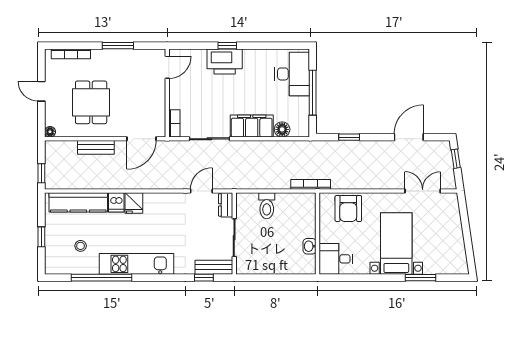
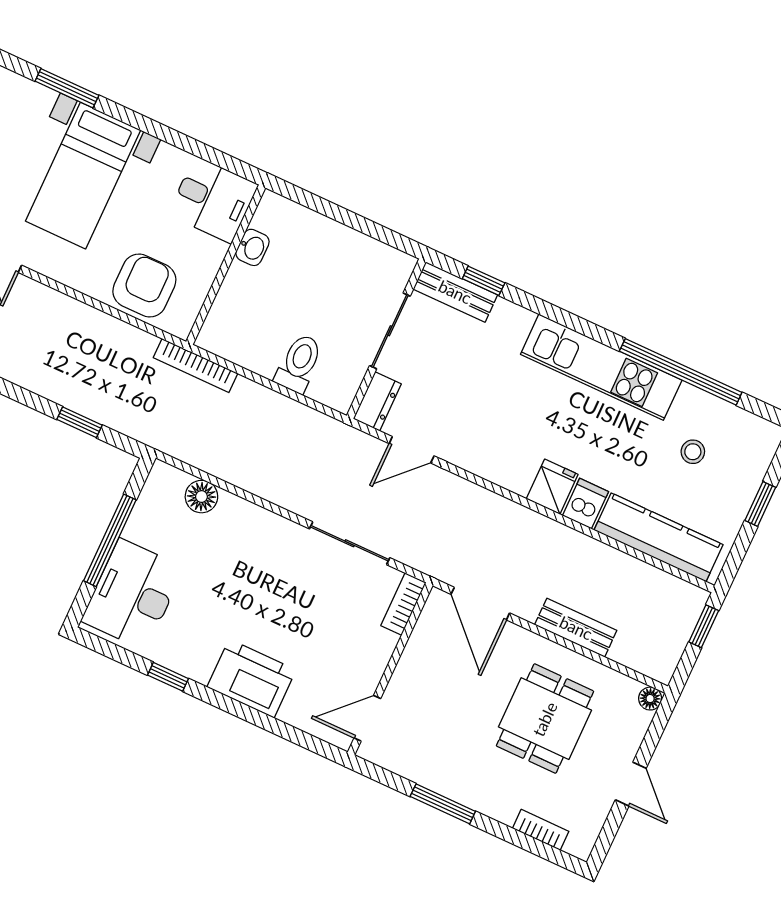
window: (227, 46) -> (168, 677), moved
bookcase: (71, 54) -> (541, 830), width x0.64
filing cabinet: (252, 126) -> (257, 530), removed
door: (142, 139) -> (480, 604), swing flipped

